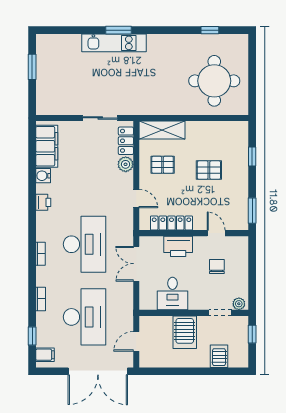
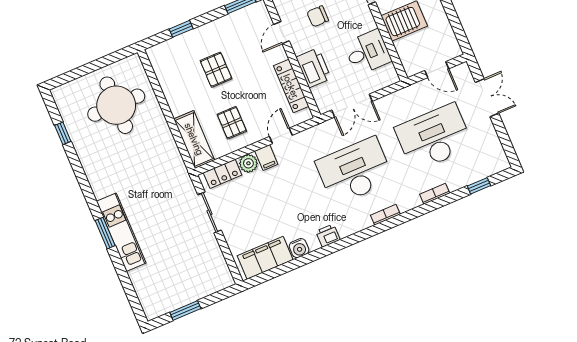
filing cabinet: (45, 355) -> (266, 158), moved, turned 180
double door: (98, 371) -> (487, 98), width x0.54

